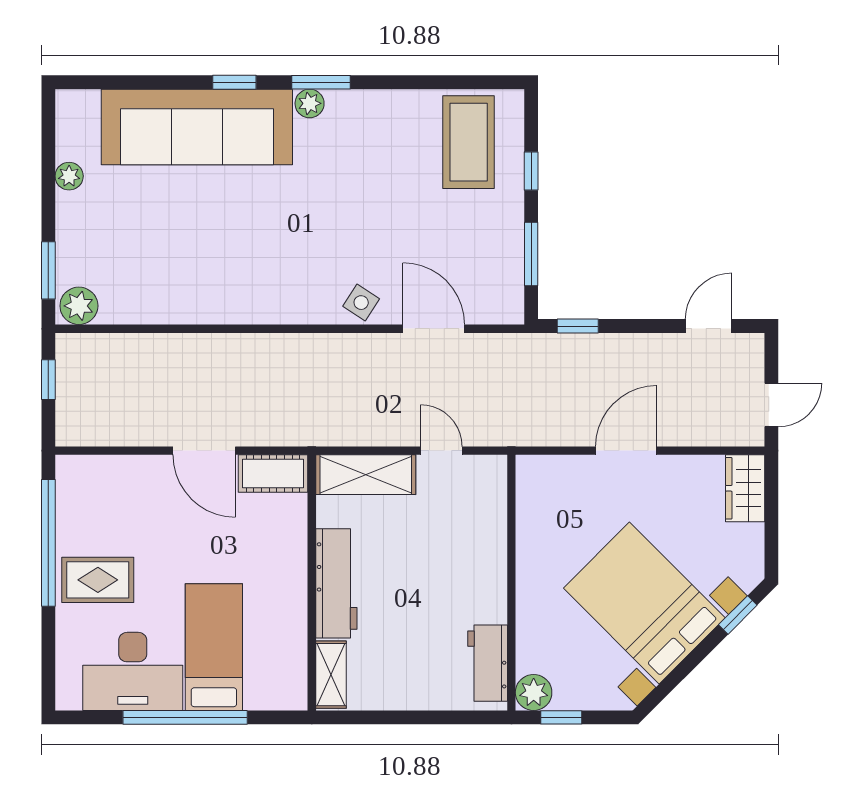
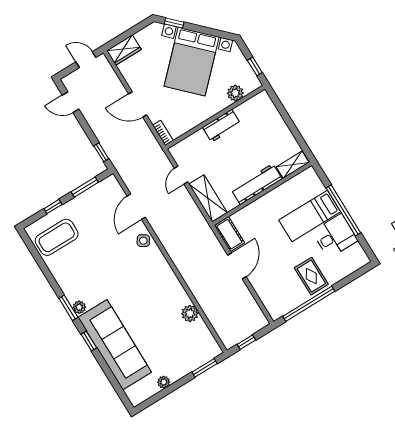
plant: (79, 306) -> (190, 313), moved
bookcase: (543, 465) -> (163, 133), added
workbench: (488, 663) -> (222, 126), moved
desk: (133, 671) -> (335, 236), width x0.73
plant: (534, 692) -> (235, 93), moved

